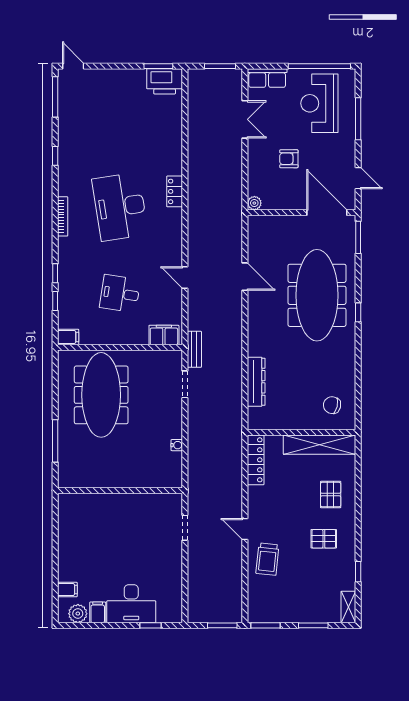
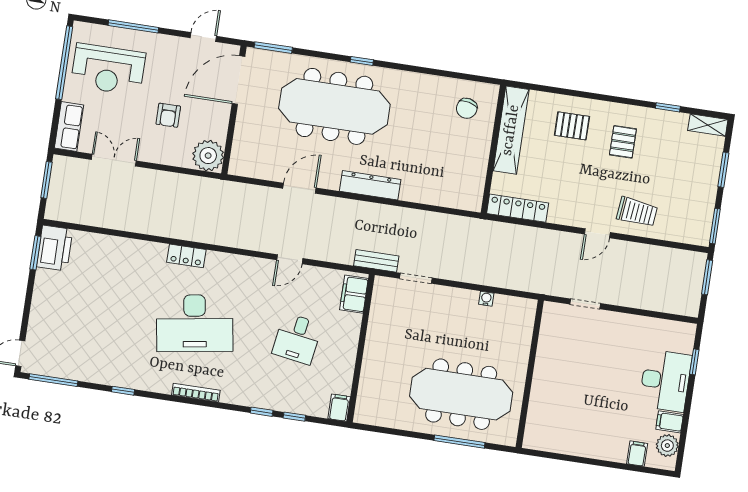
plant: (254, 203) -> (208, 156), width x1.87, depth x1.87
dresser: (256, 382) -> (370, 185), moved
meeting table: (101, 395) -> (461, 394), moved

